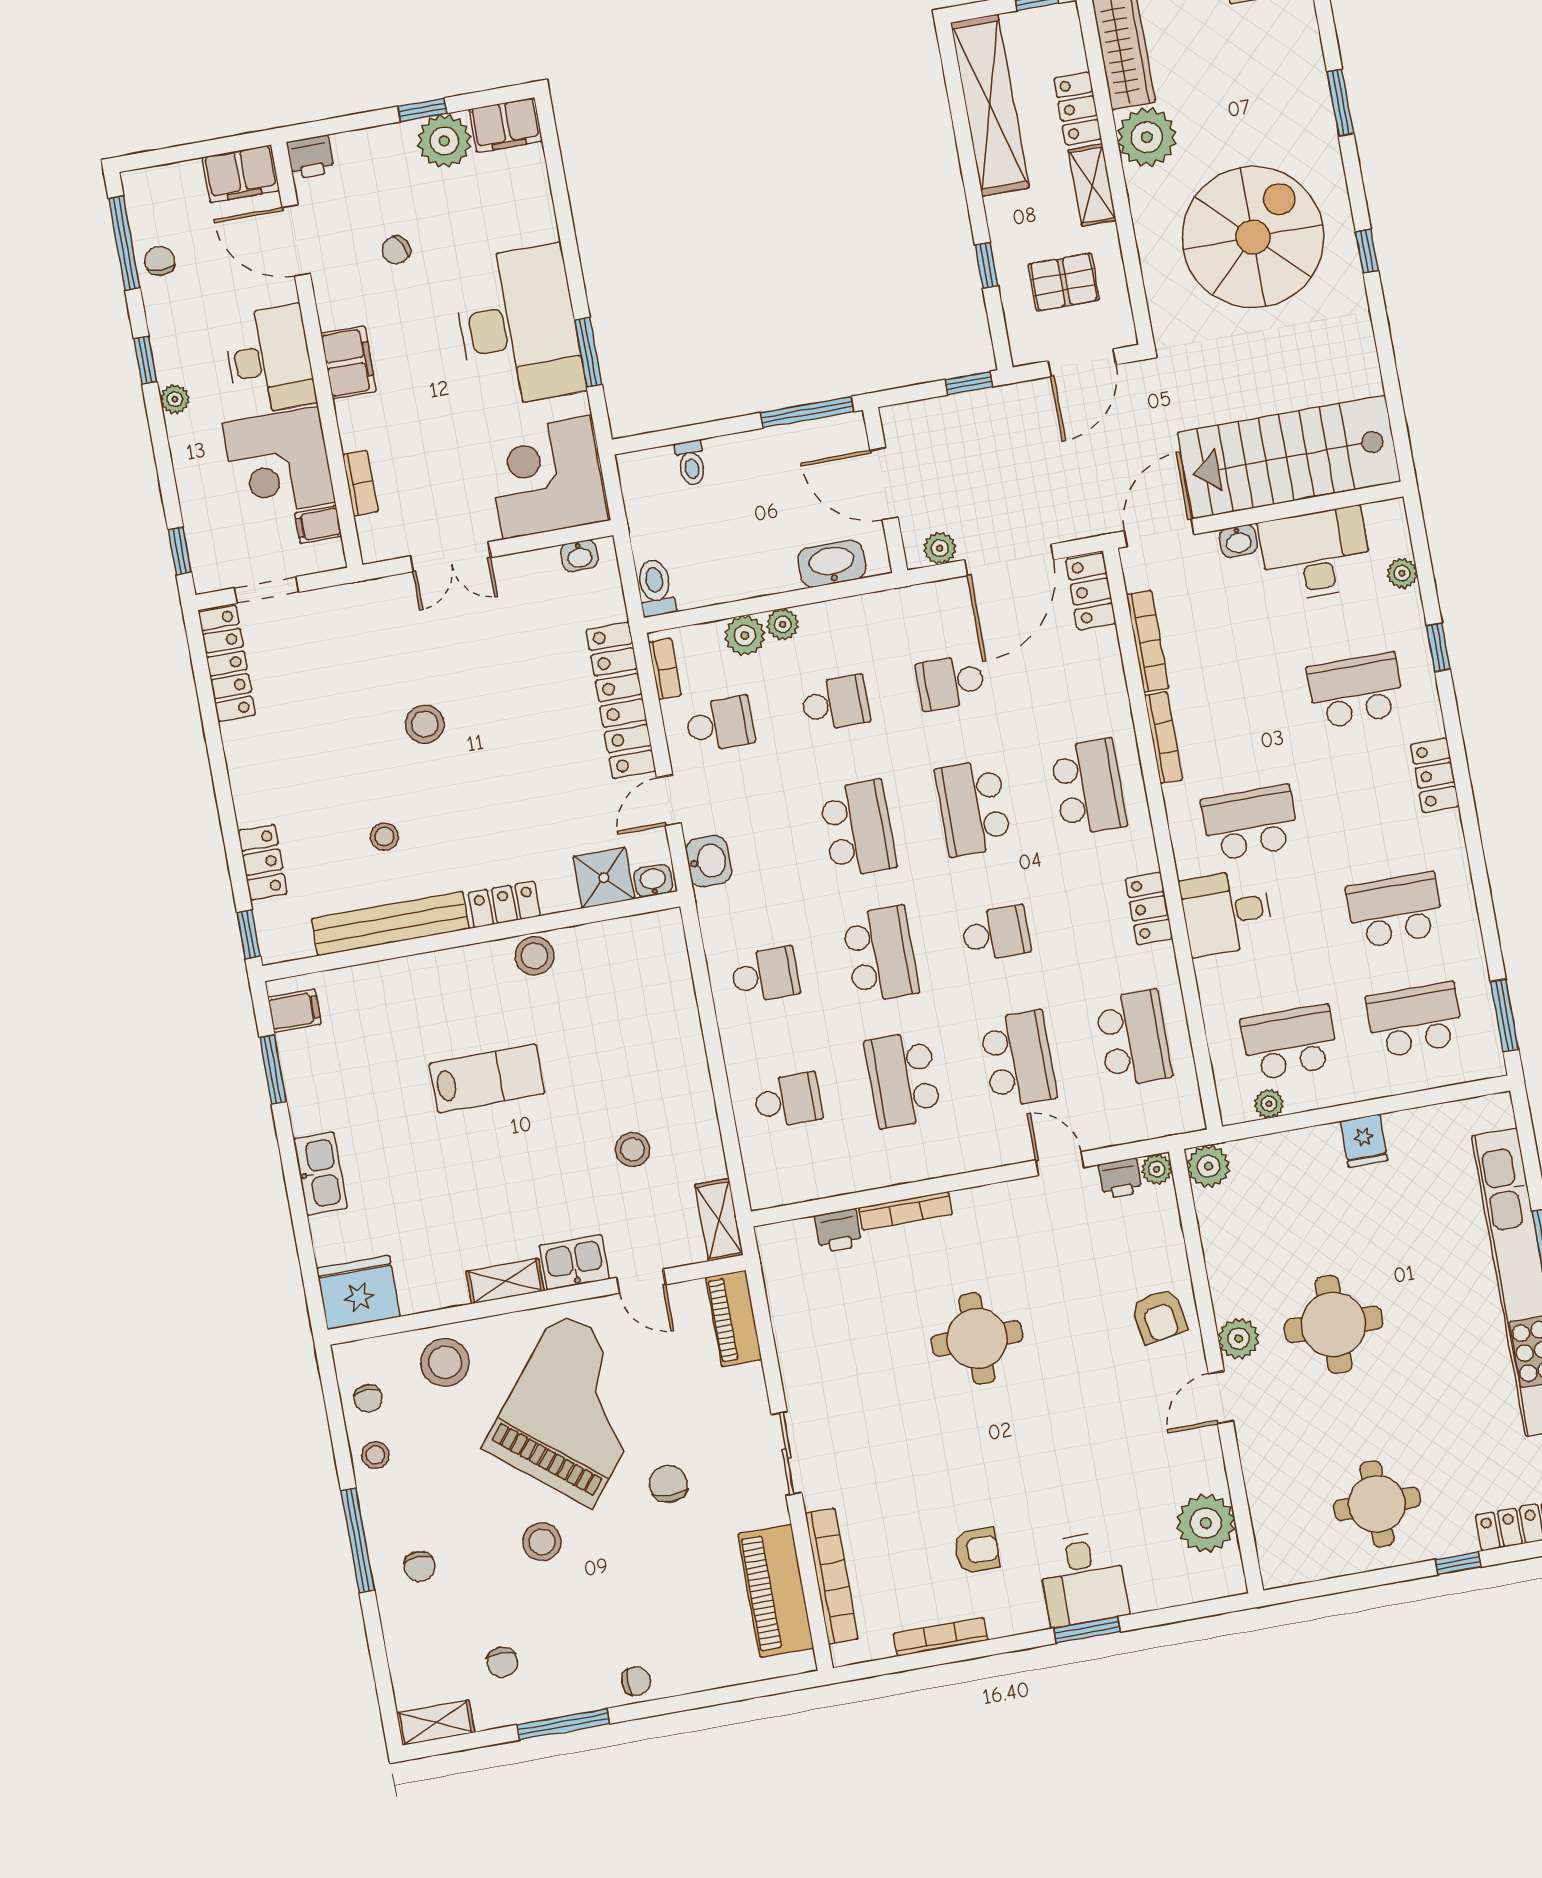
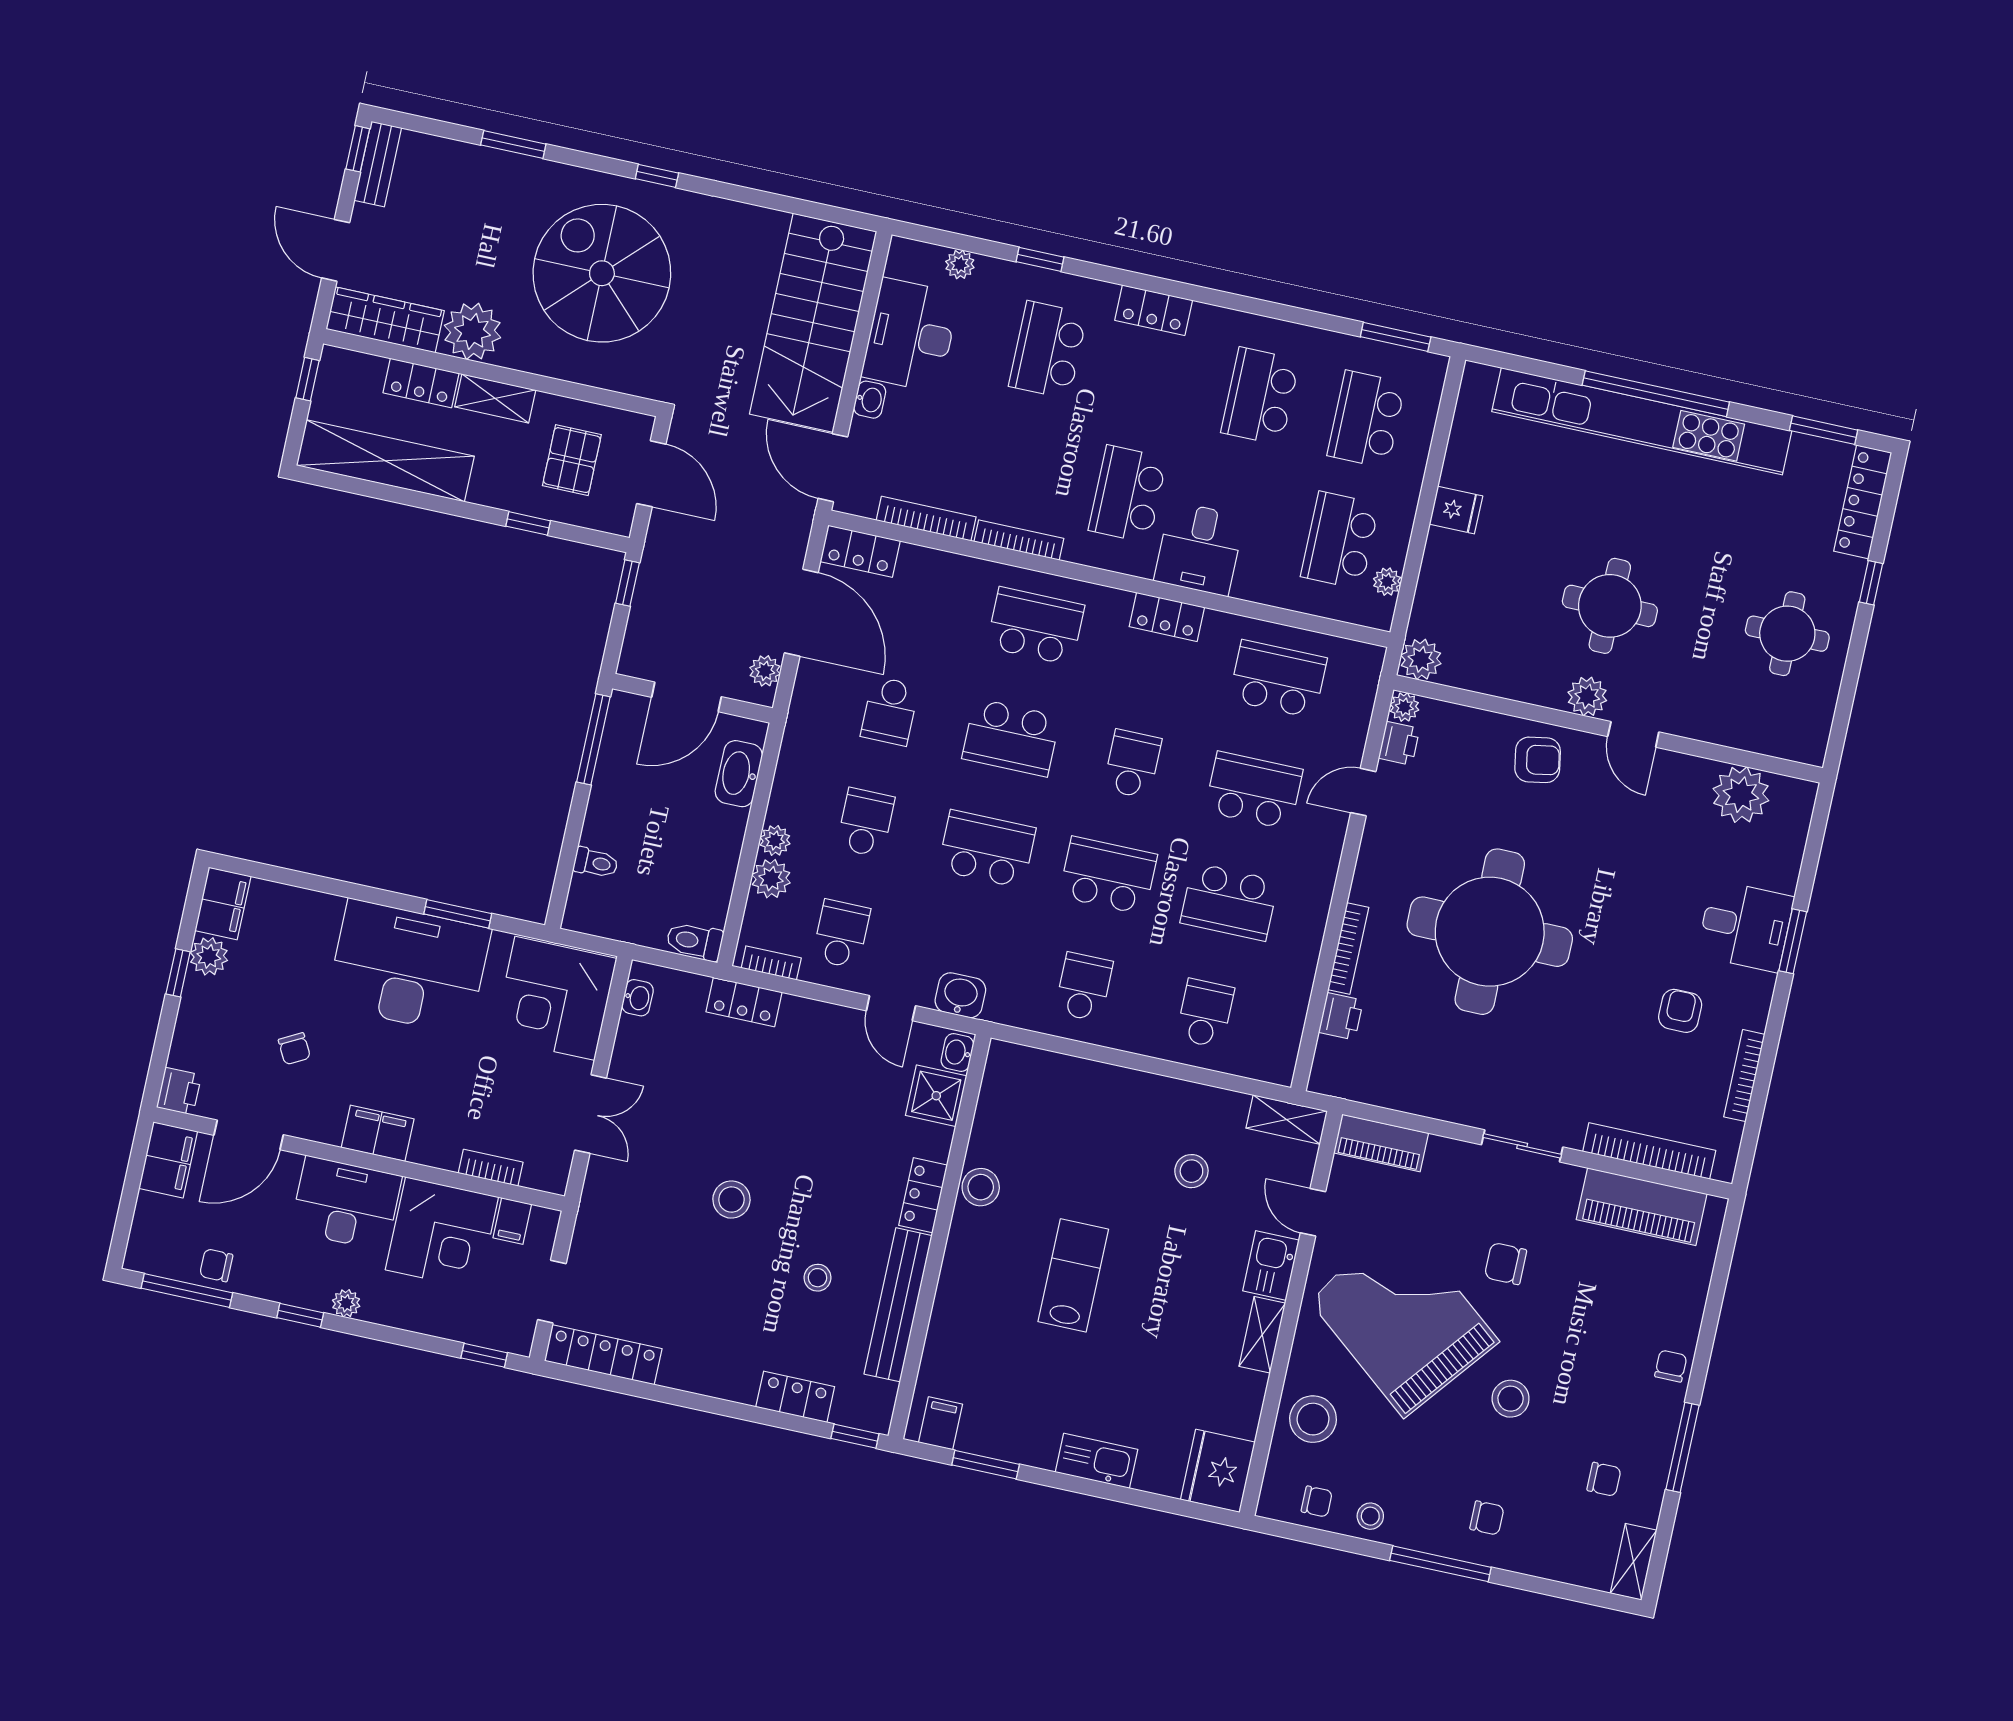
plant: (444, 141) -> (209, 956), width x0.73, depth x0.73
locker: (621, 700) -> (744, 1002), width x0.46, depth x0.83
door: (641, 1281) -> (1313, 1212), swing flipped
round table: (977, 1339) -> (1490, 932), width x1.86, depth x1.86

